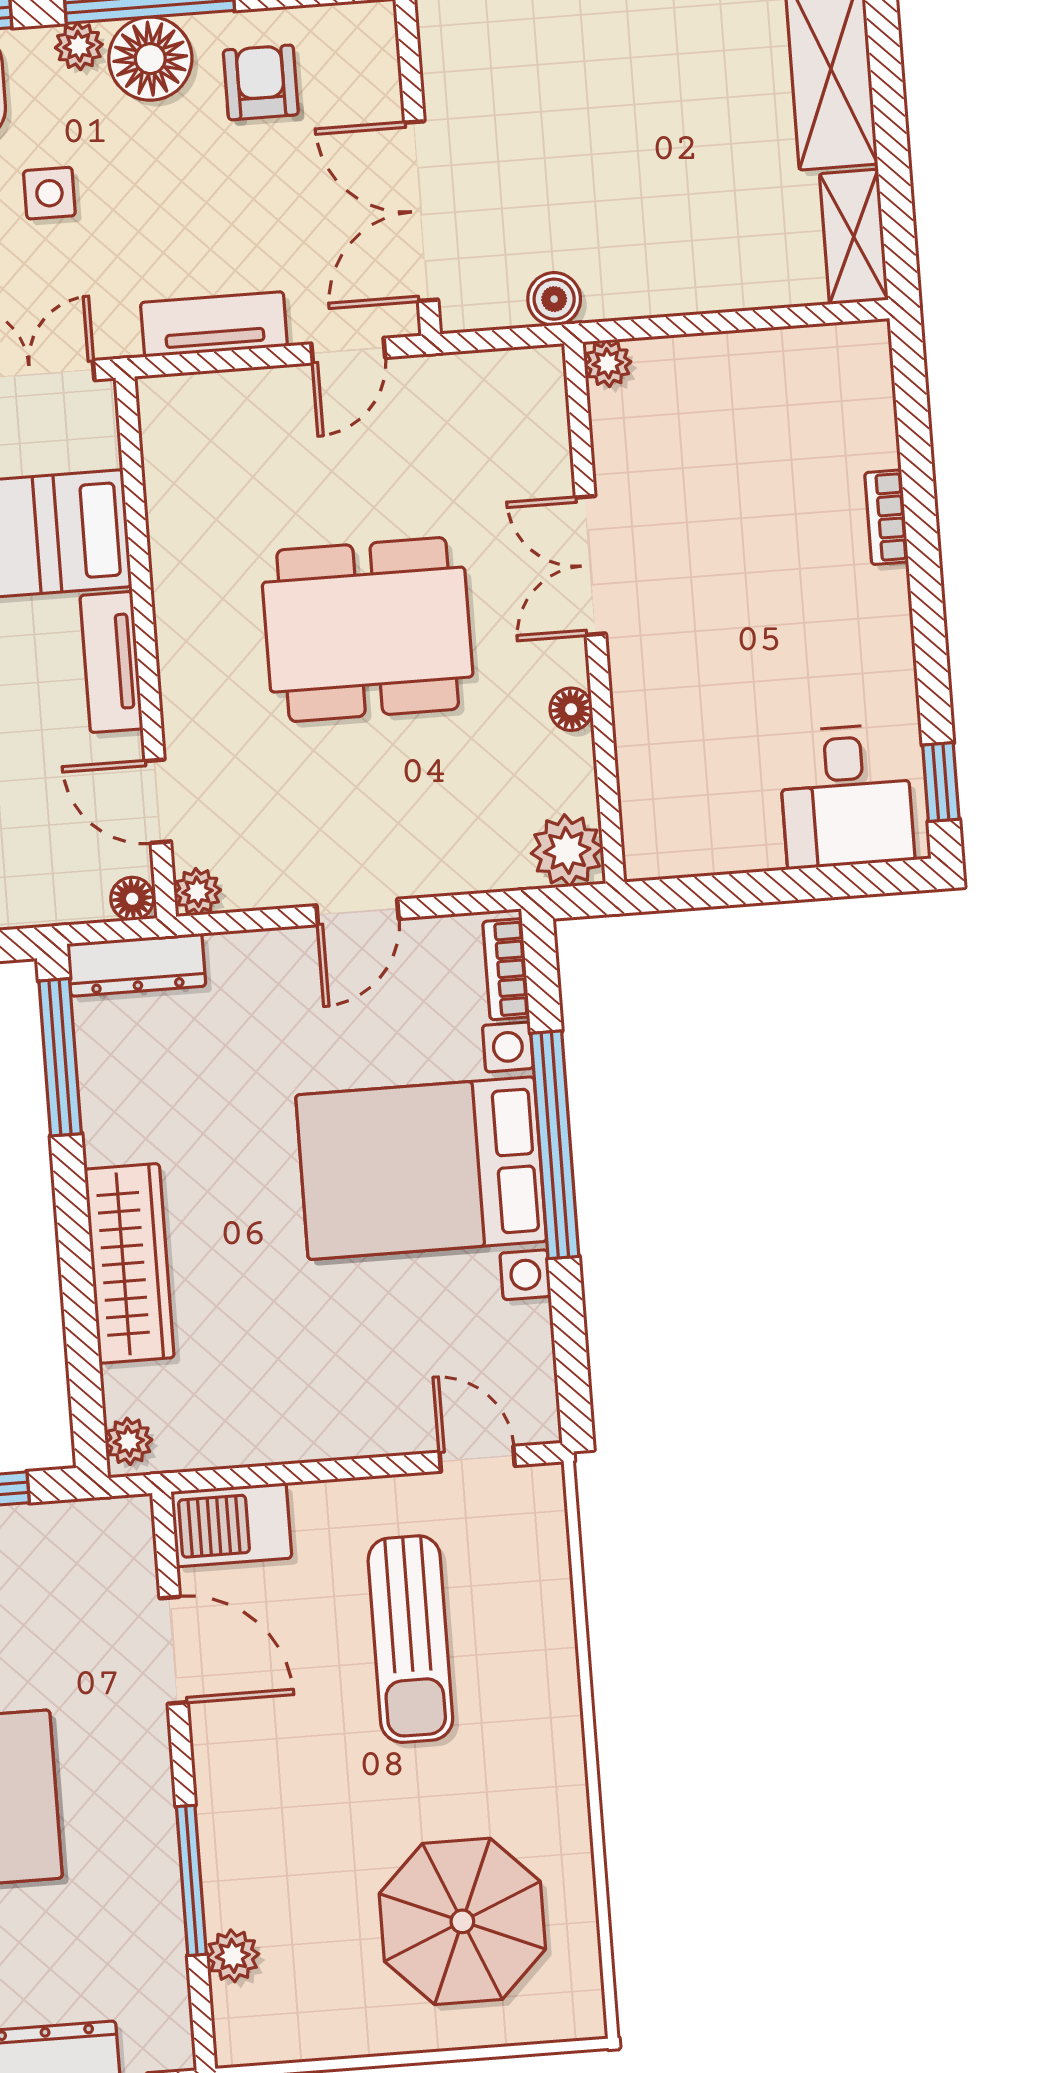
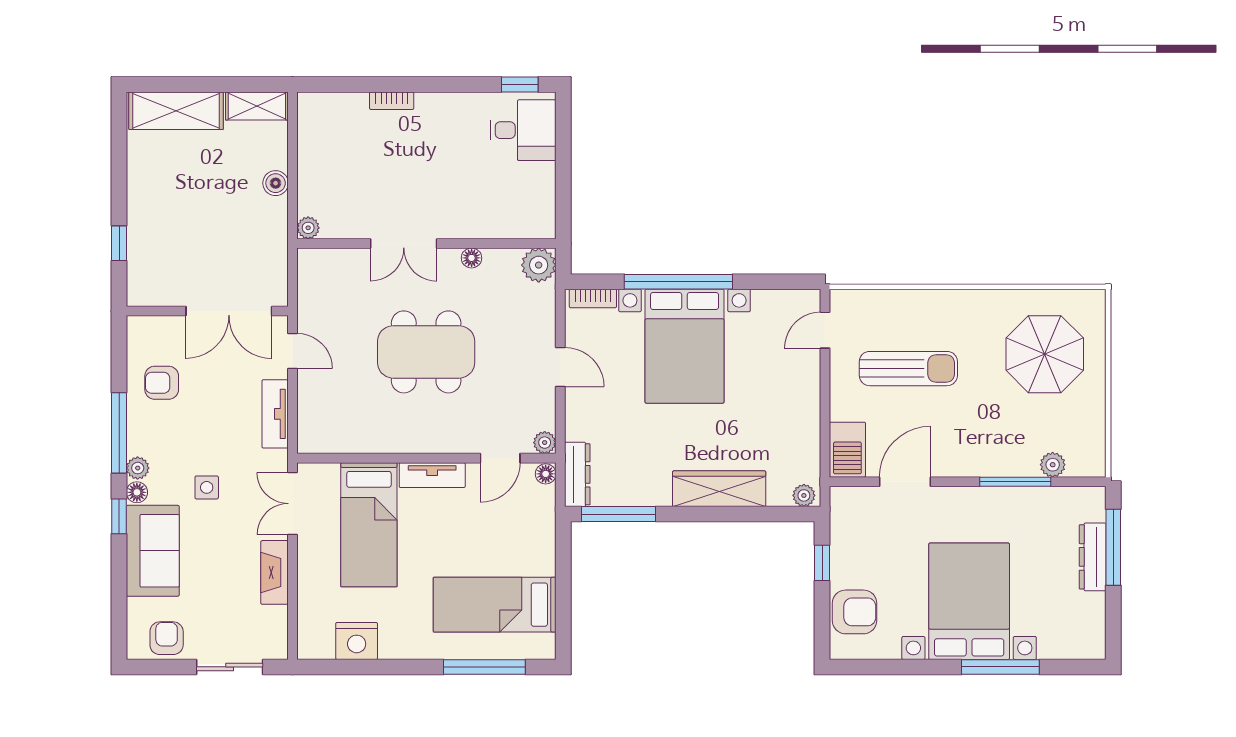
floor lamp: (150, 59) -> (137, 492), moved, width x0.53, depth x0.53
boiler: (554, 299) -> (276, 183), moved
dining table: (368, 630) -> (426, 352), turned 90

